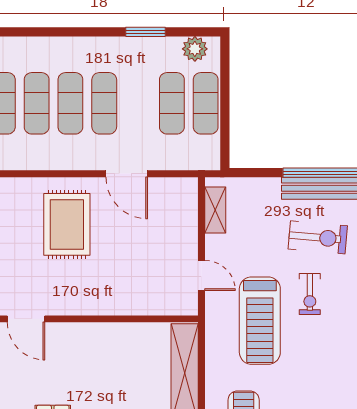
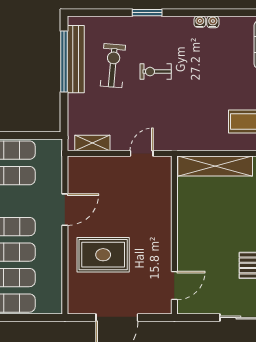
exercise bike: (310, 294) -> (156, 72), turned 180
treadmill: (260, 321) -> (176, 109), removed

